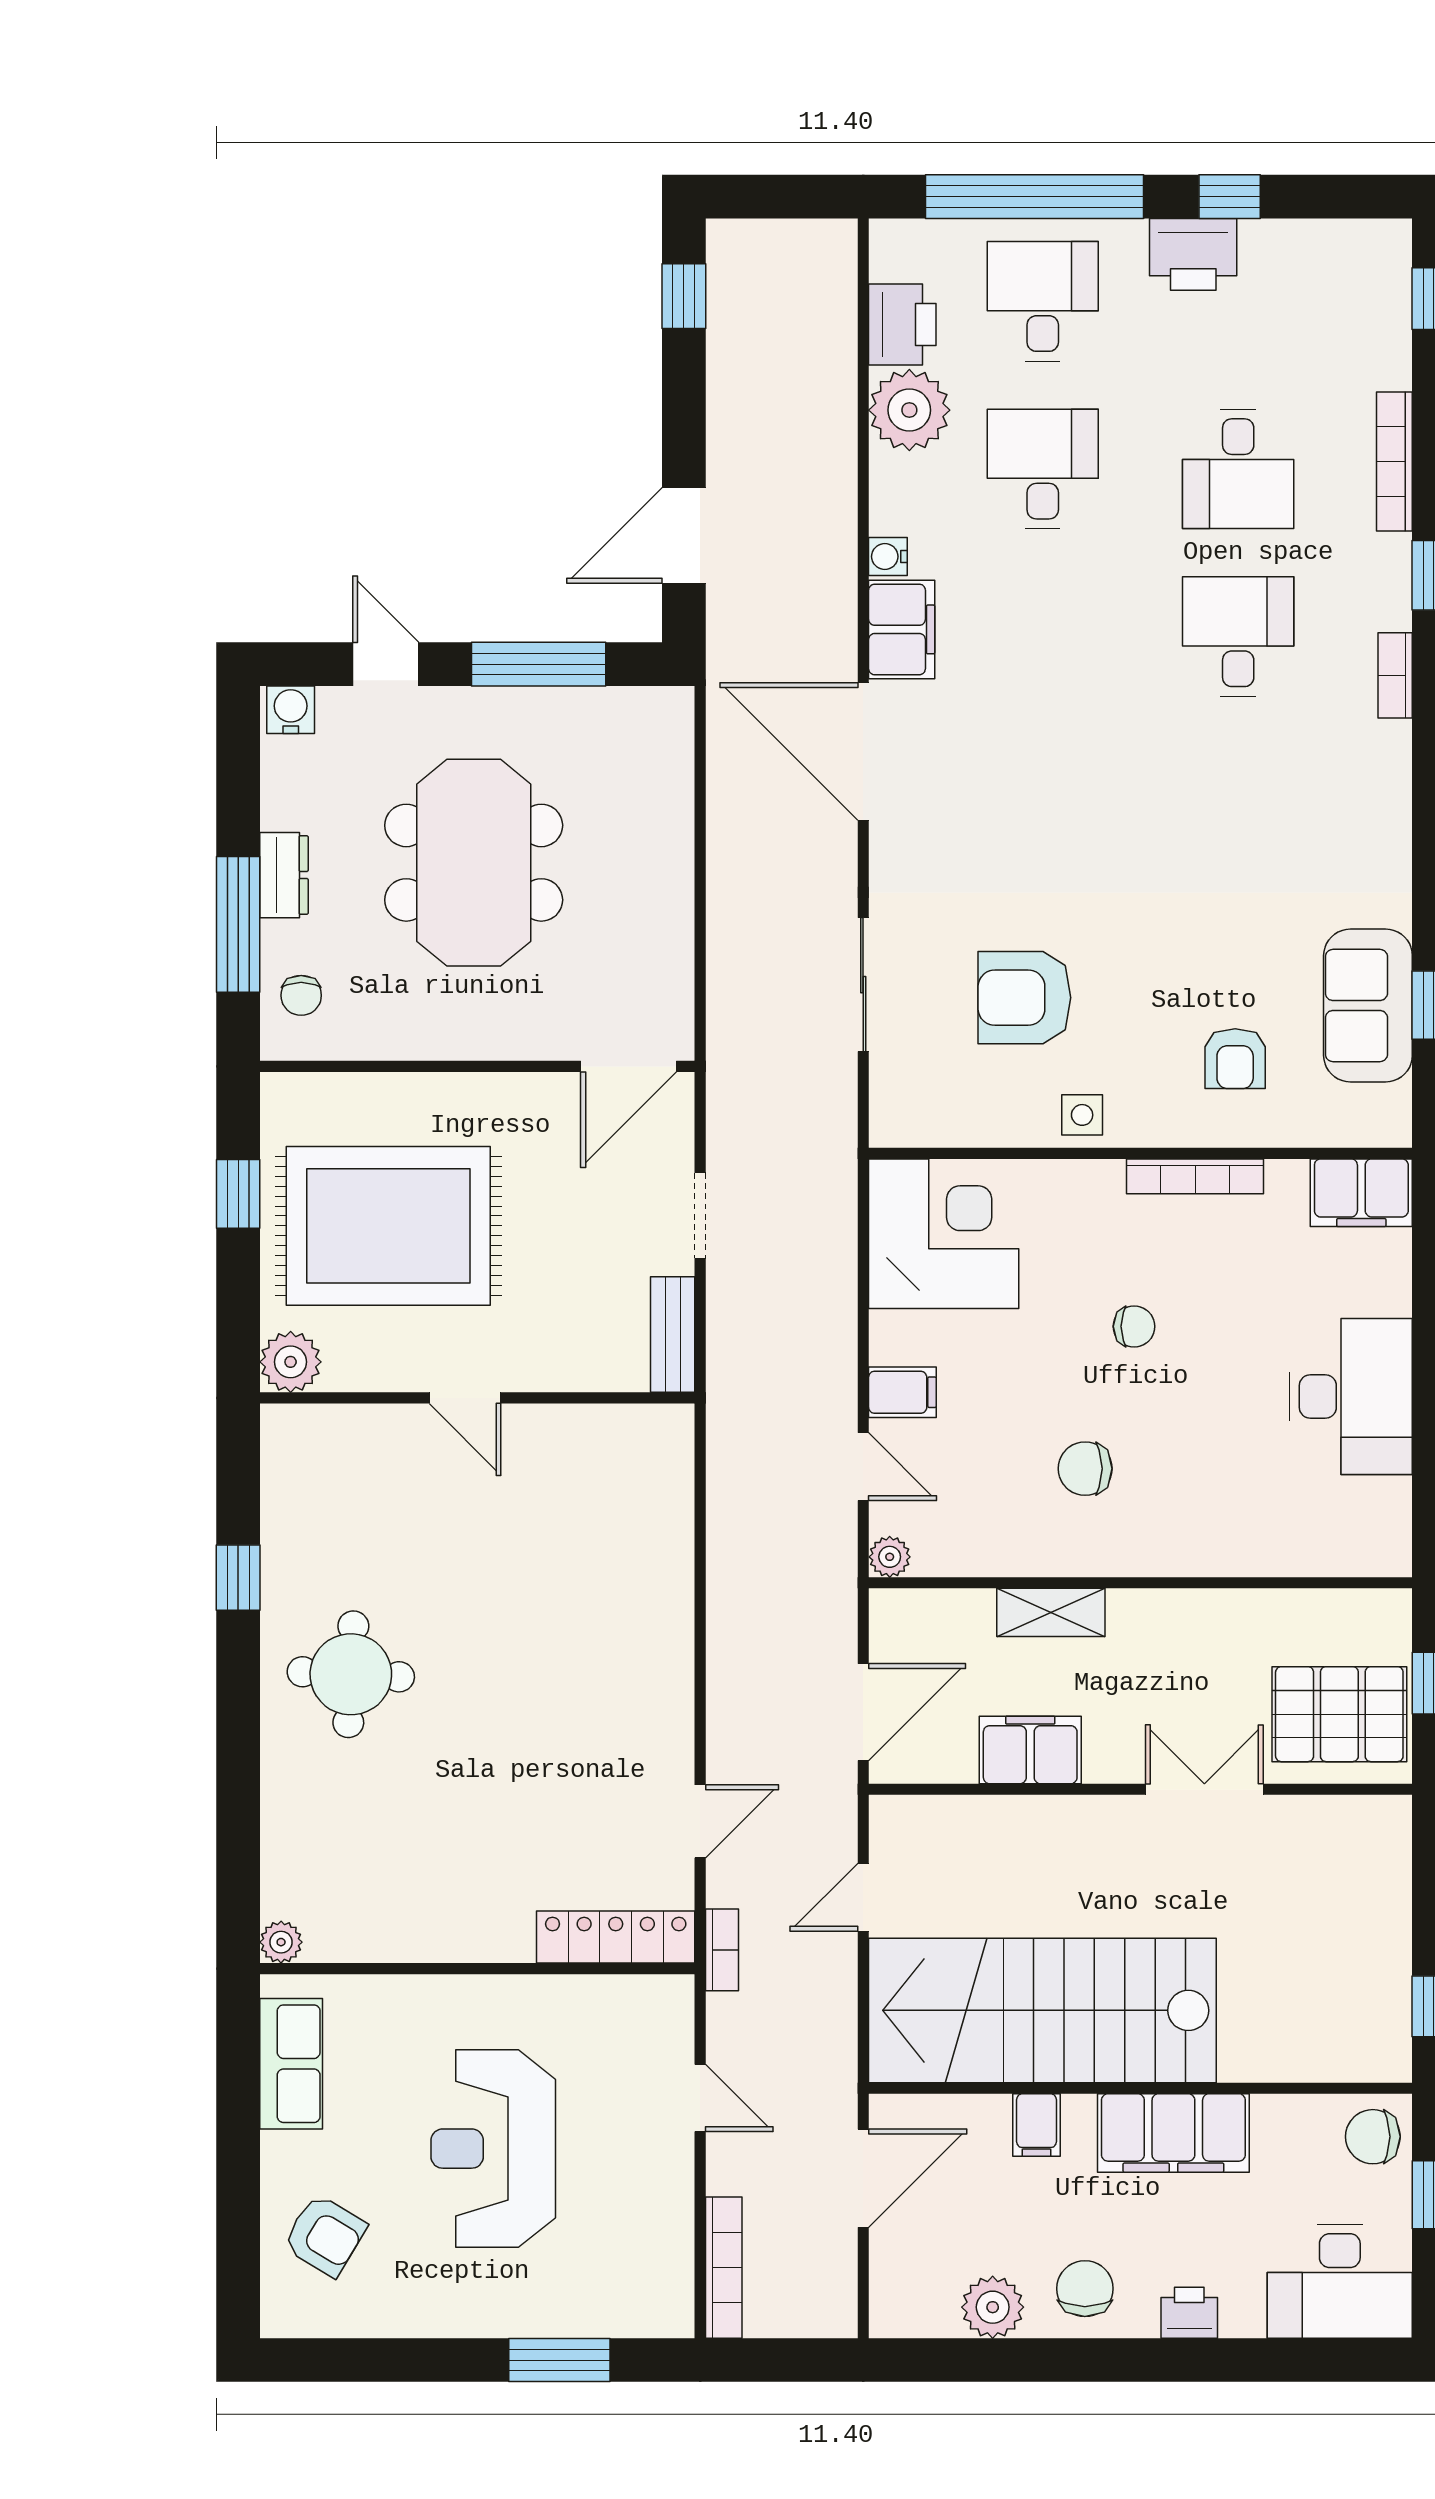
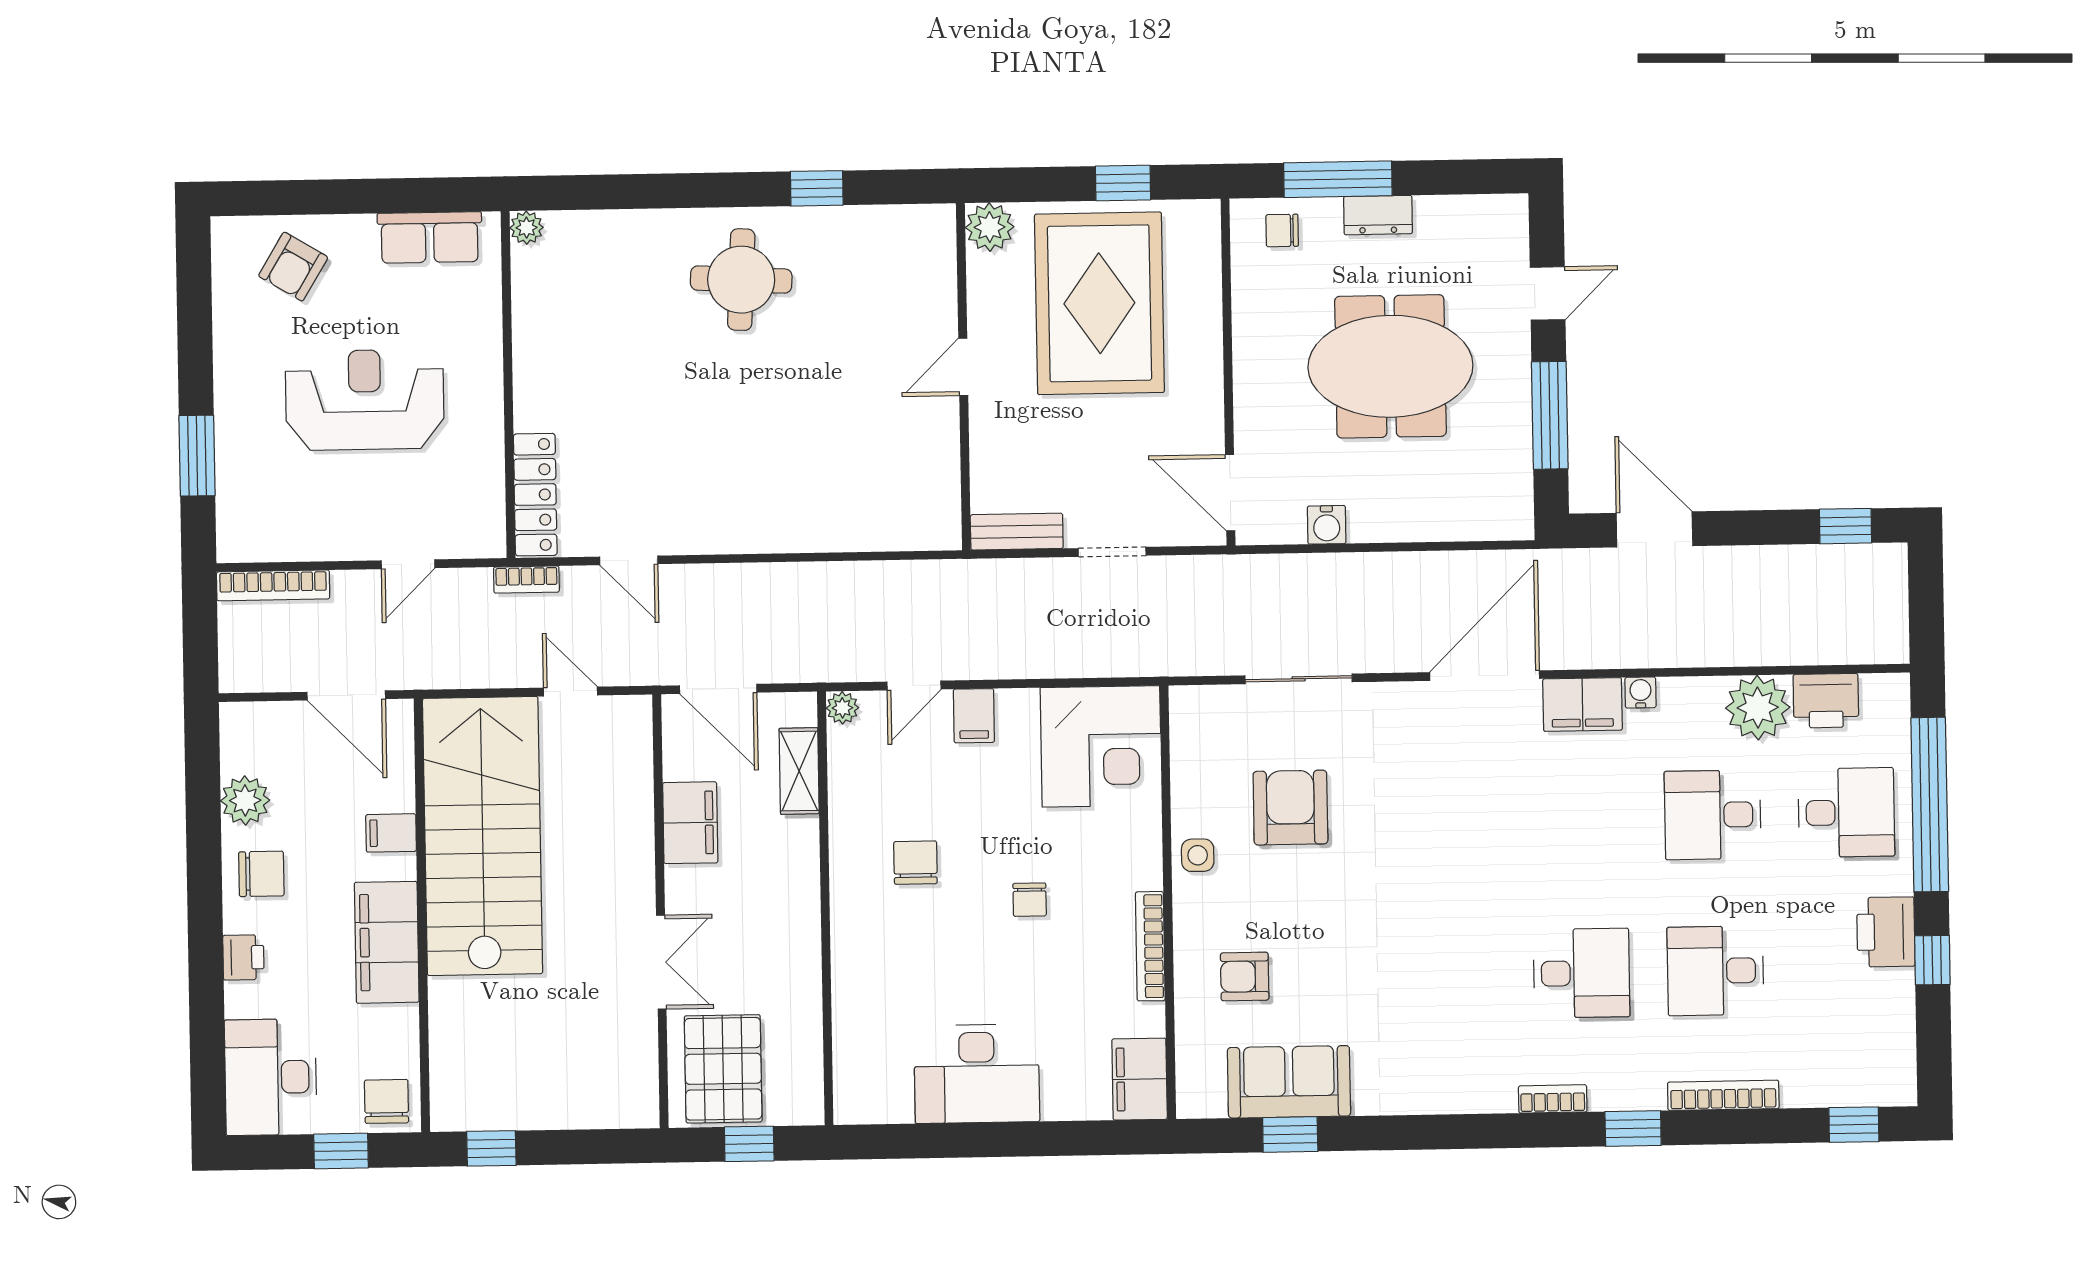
desk: (1043, 469) -> (1713, 815), turned 180
water cooler: (291, 710) -> (1327, 525), moved, turned 90
shelving: (1051, 1612) -> (799, 771), moved

